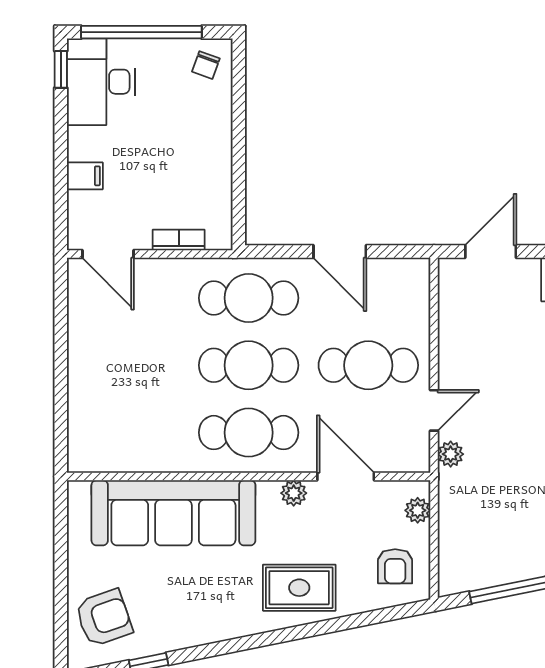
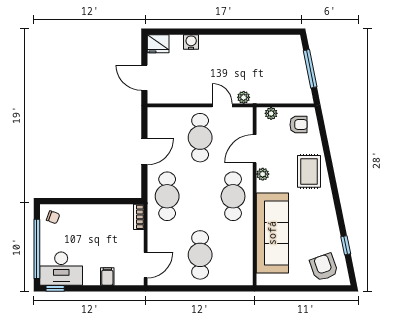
bookcase: (179, 240) -> (139, 217), moved
cafe table: (249, 365) -> (200, 255), moved

